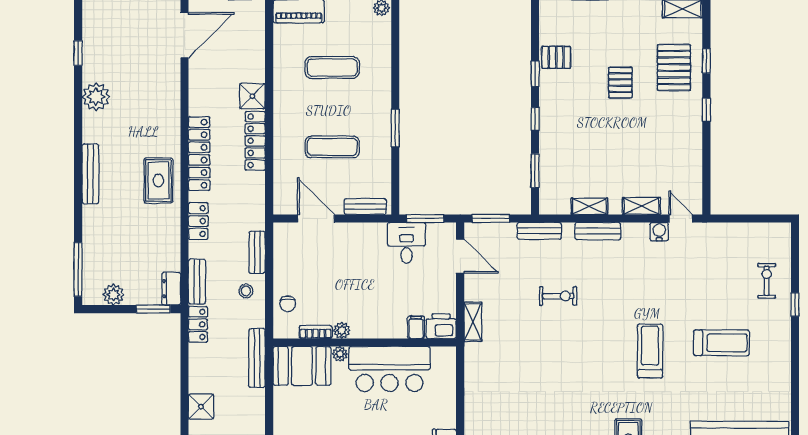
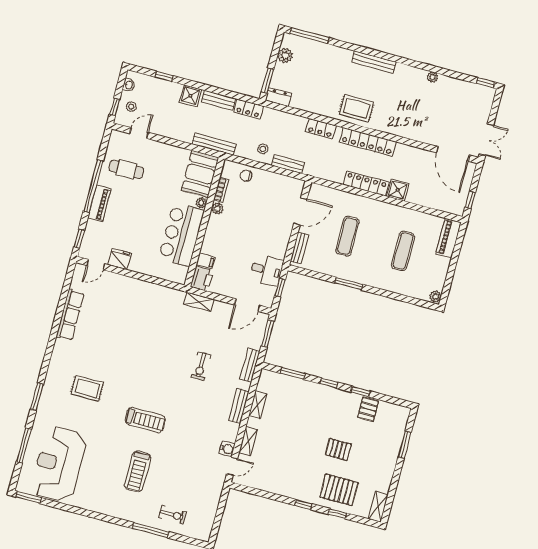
window: (78, 53) -> (486, 83), moved
plant: (96, 97) -> (432, 77), width x0.53, depth x0.53
window: (425, 218) -> (280, 288), width x0.67
bench: (197, 281) -> (219, 100), moved
window: (795, 305) -> (151, 530), width x2.17

